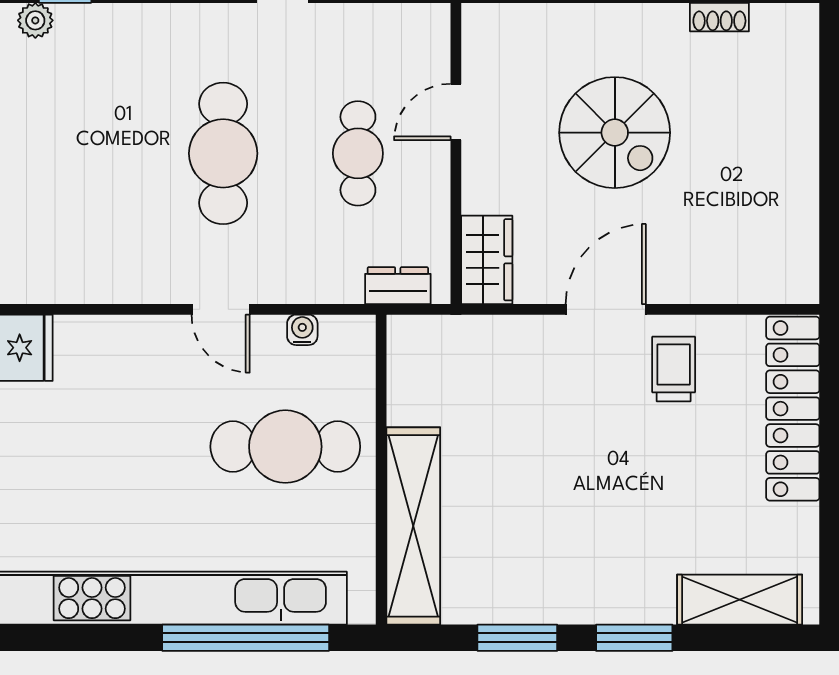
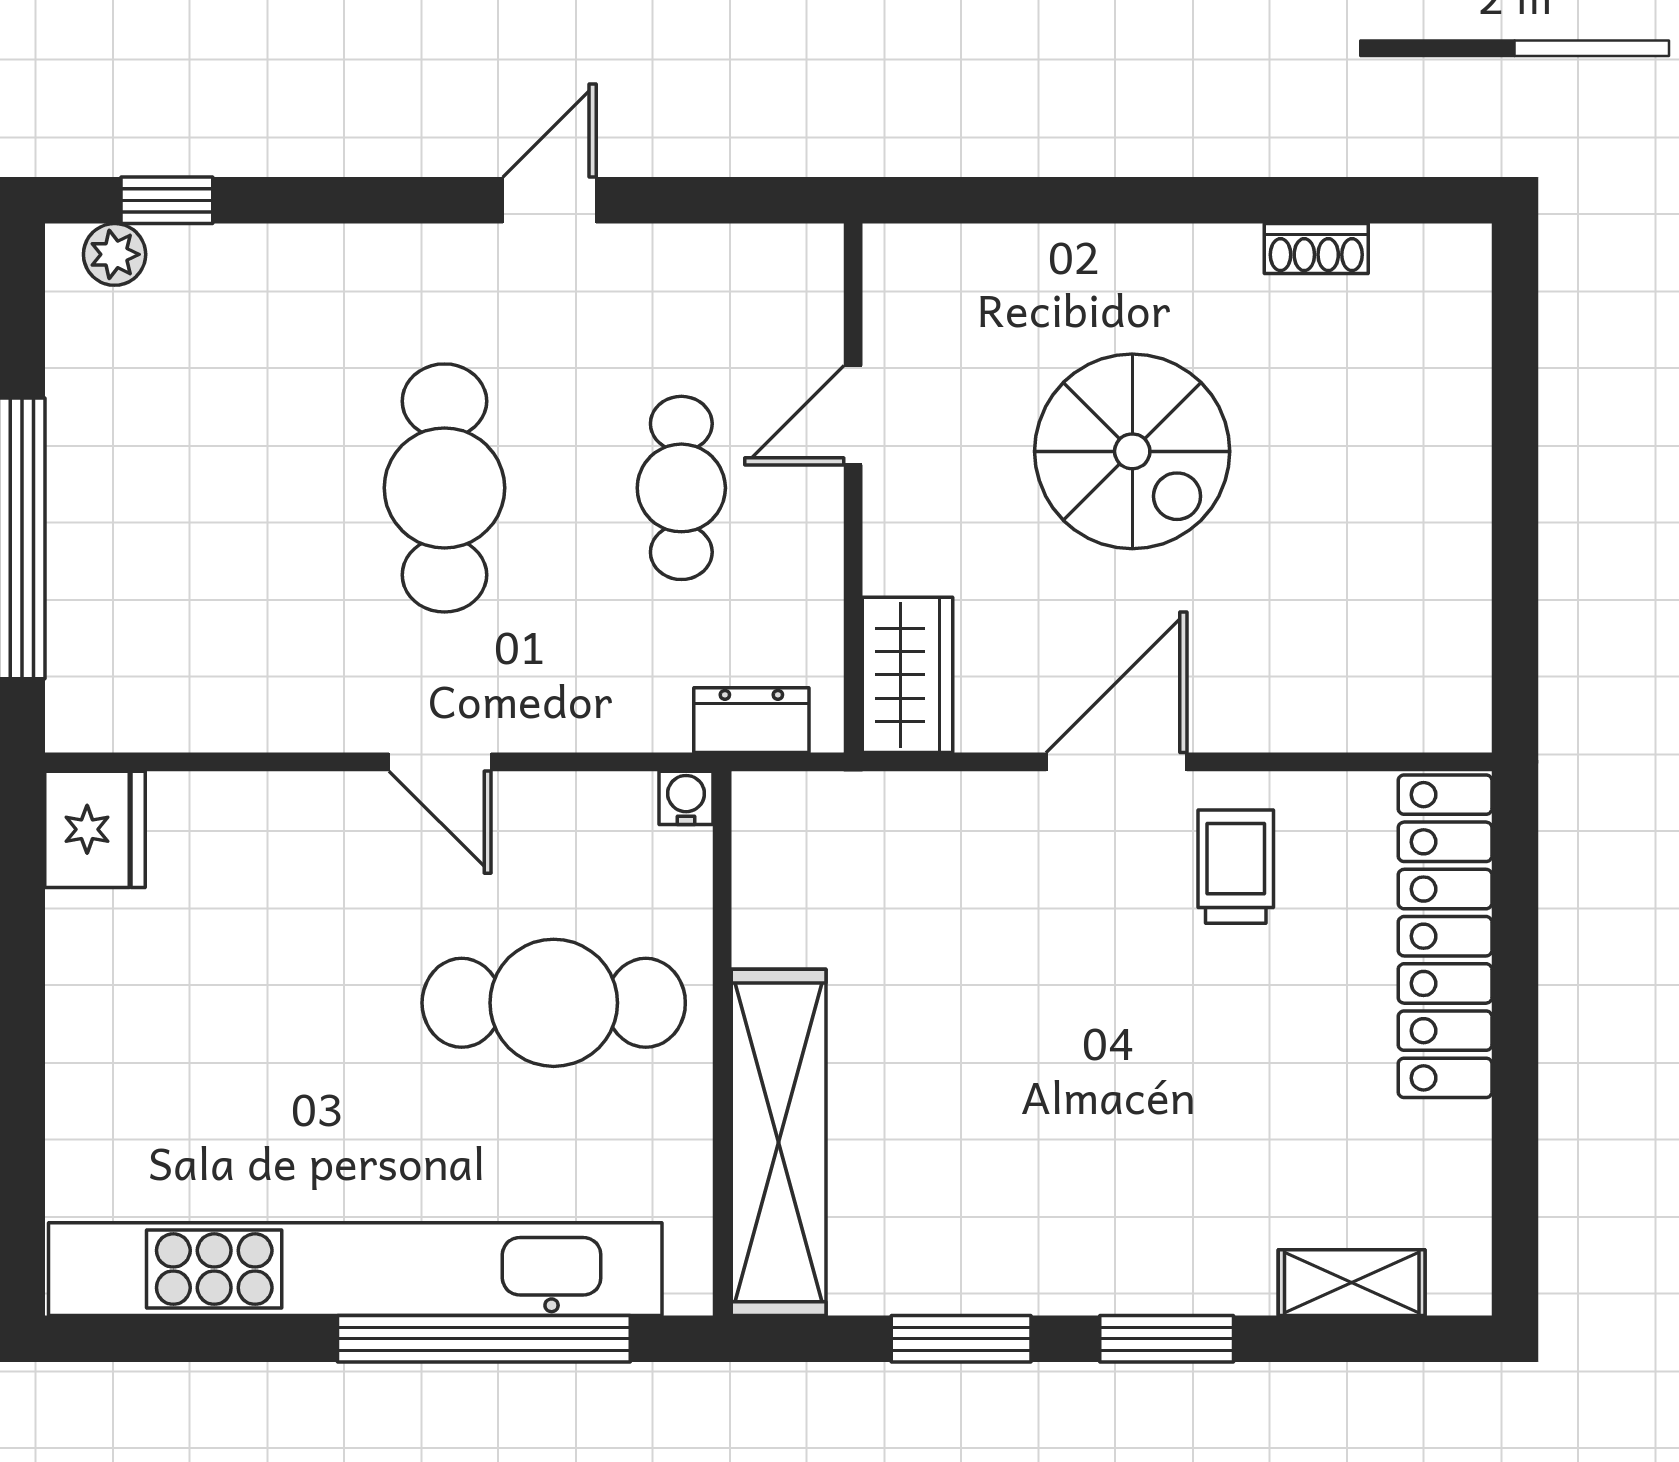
water cooler: (302, 330) -> (686, 798), moved
shelving: (740, 600) -> (1352, 1283), width x0.67, depth x0.75

